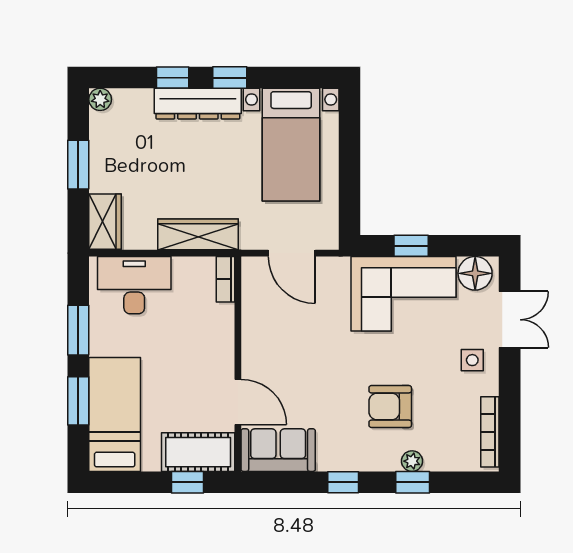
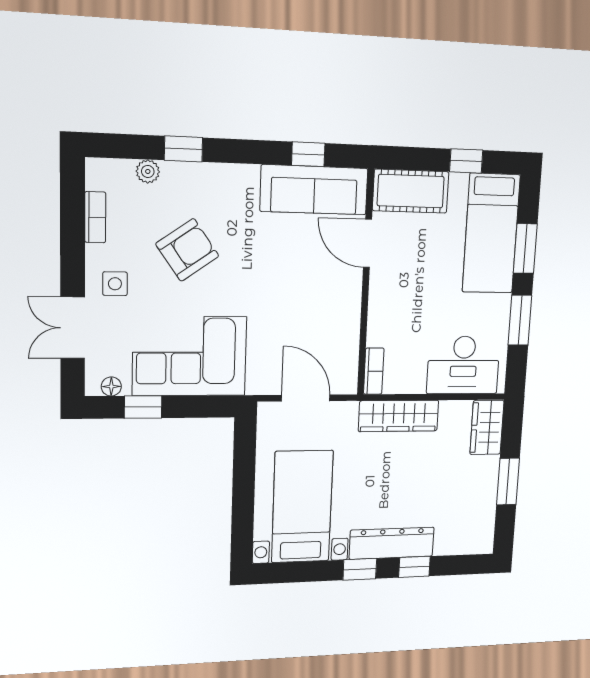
plant: (100, 99) -> (483, 544), removed
window: (411, 246) -> (143, 407), moved
floor lamp: (475, 273) -> (111, 386), width x0.53, depth x0.53
armchair: (390, 407) -> (187, 250), moved, turned -35
bookcase: (490, 432) -> (95, 217), width x0.64
sofa: (278, 450) -> (314, 190), width x1.36
plant: (412, 461) -> (148, 171), moved
window: (188, 482) -> (466, 161), moved
window: (343, 482) -> (308, 154), moved

